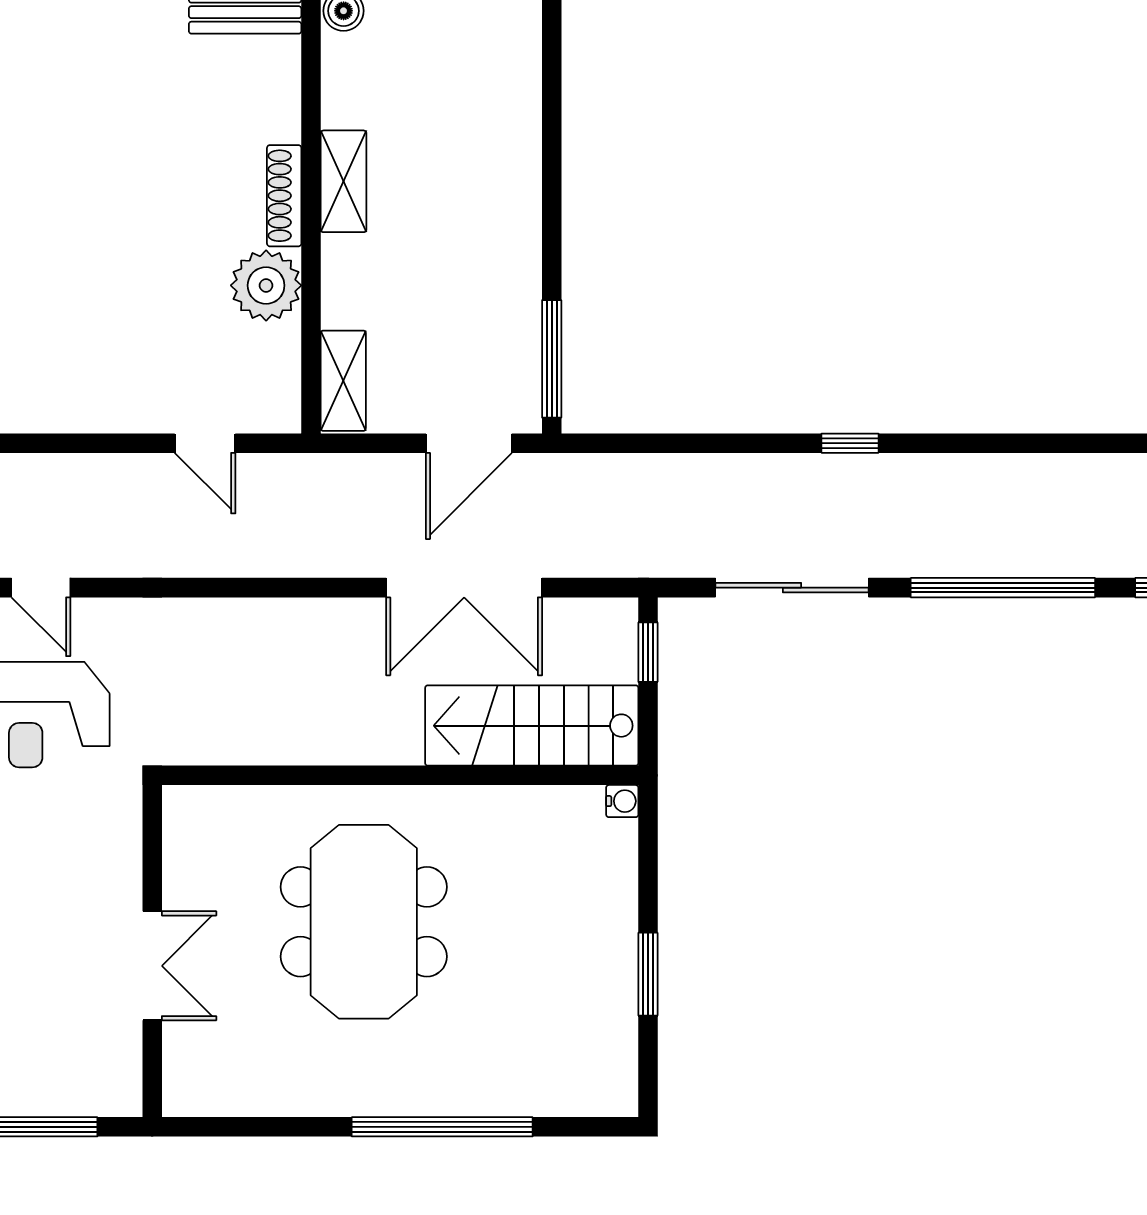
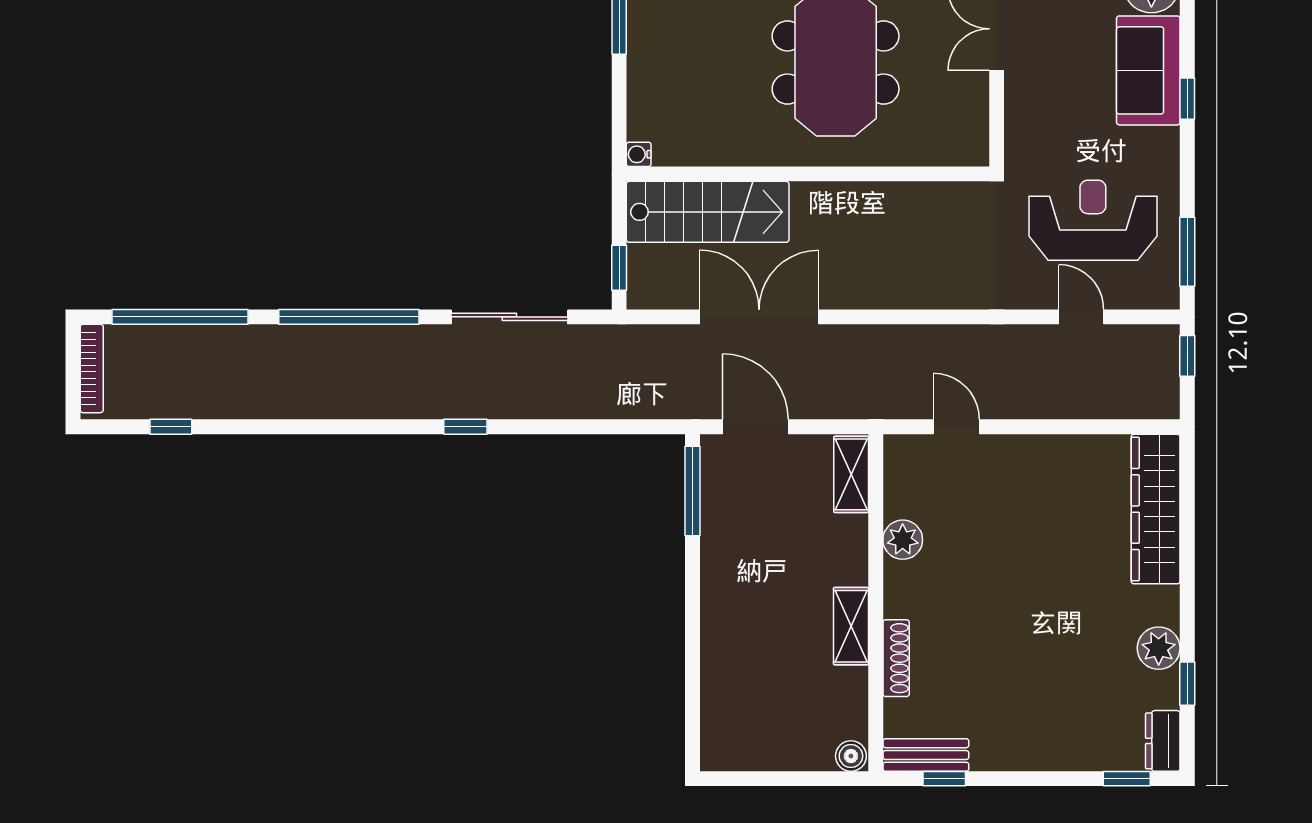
shoe rack: (284, 196) -> (896, 658), moved
plant: (266, 285) -> (903, 540), width x0.73, depth x0.73
door: (469, 443) -> (756, 427), hinge flipped

